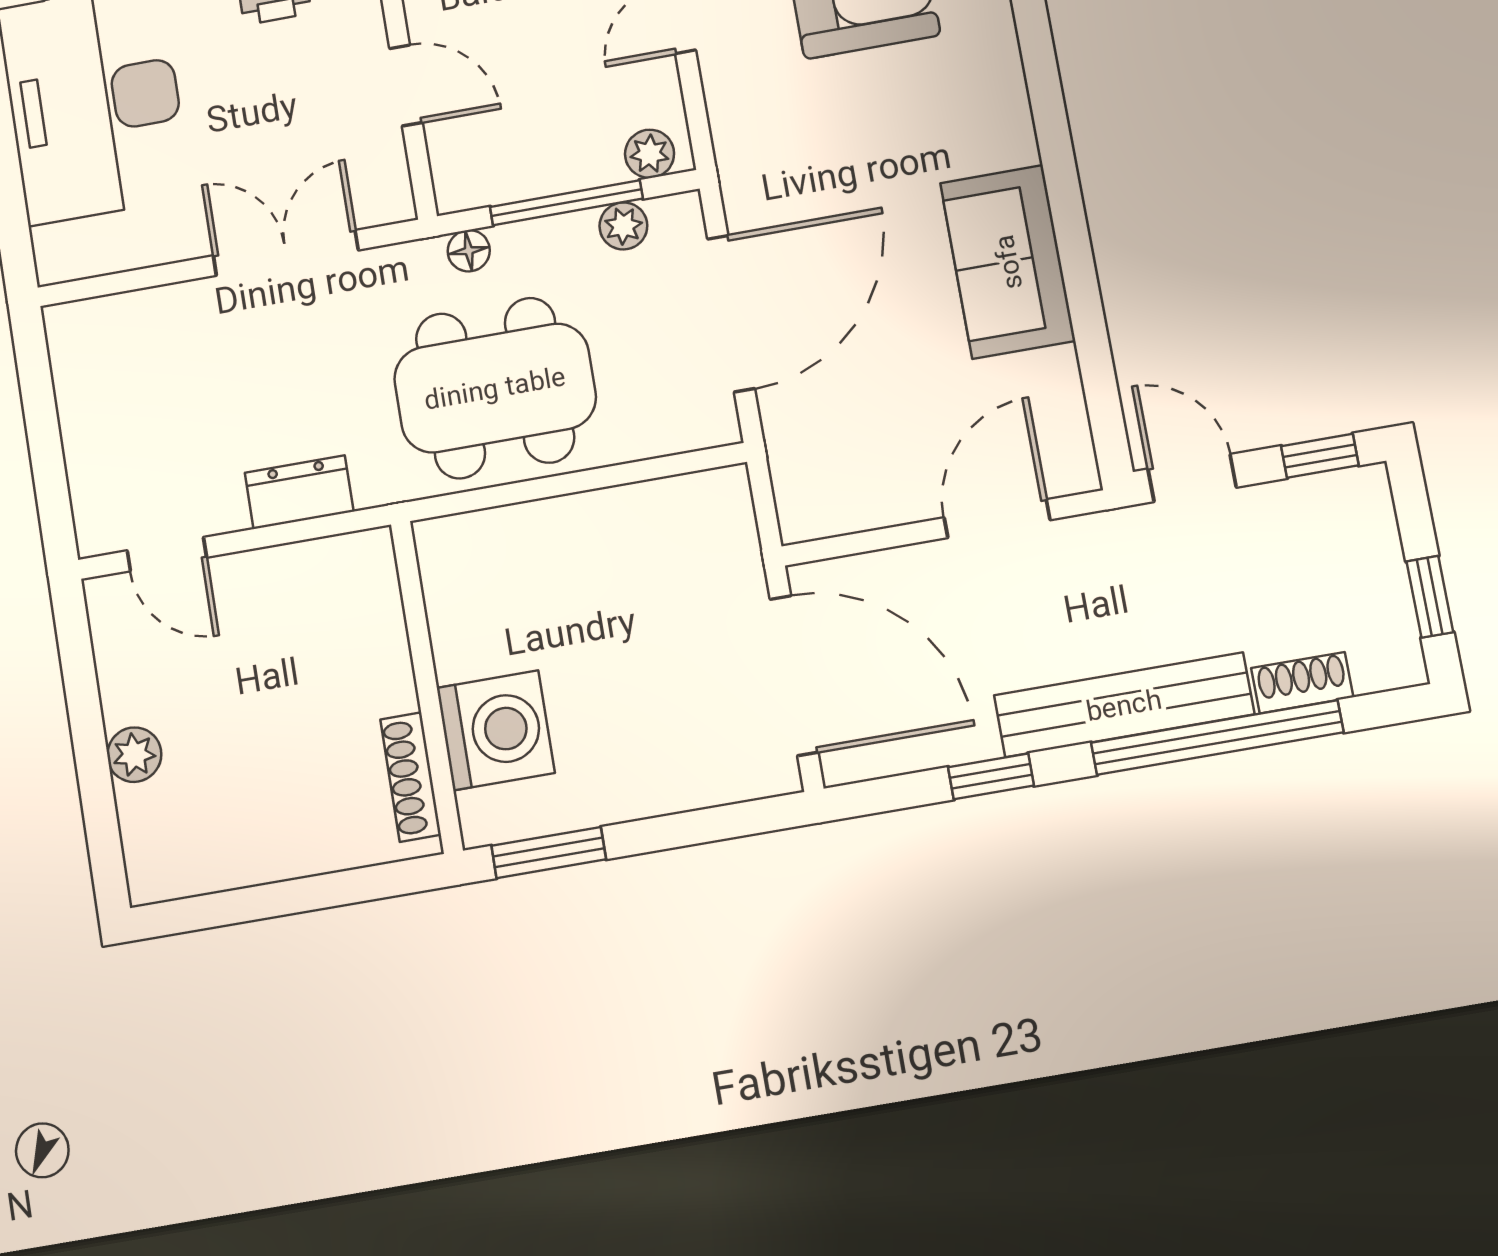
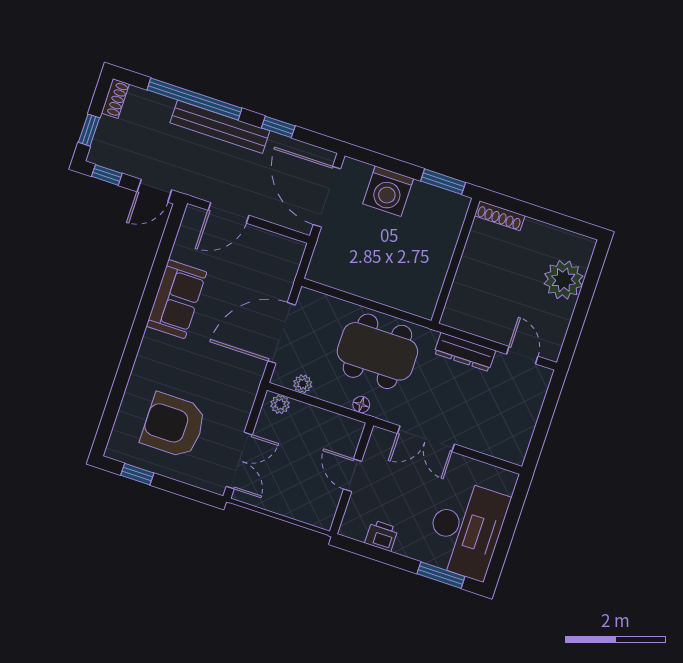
window: (566, 203) -> (318, 403), removed
door: (1192, 478) -> (154, 191), hinge flipped
dresser: (299, 492) -> (465, 352), width x1.44
window: (1430, 597) -> (89, 130), moved
shoe rack: (1302, 683) -> (115, 99), moved, turned -90
washing machine: (496, 730) -> (388, 191), moved, turned -90
plant: (134, 755) -> (563, 280), width x1.87, depth x1.87
shoe rack: (411, 777) -> (500, 216), moved, turned 90

